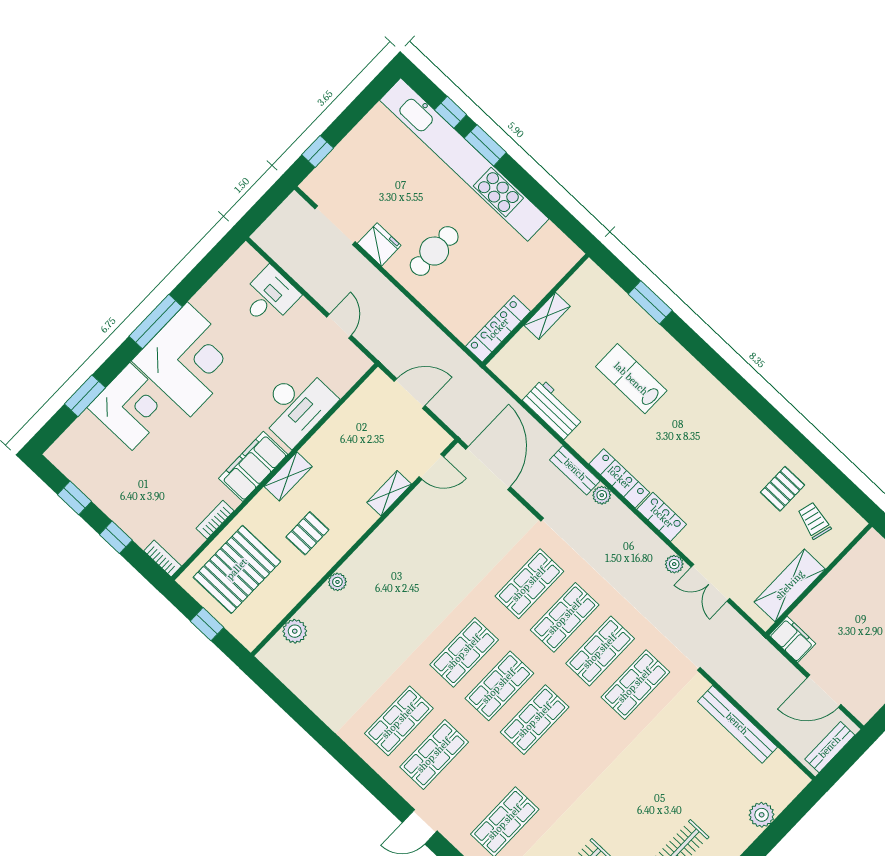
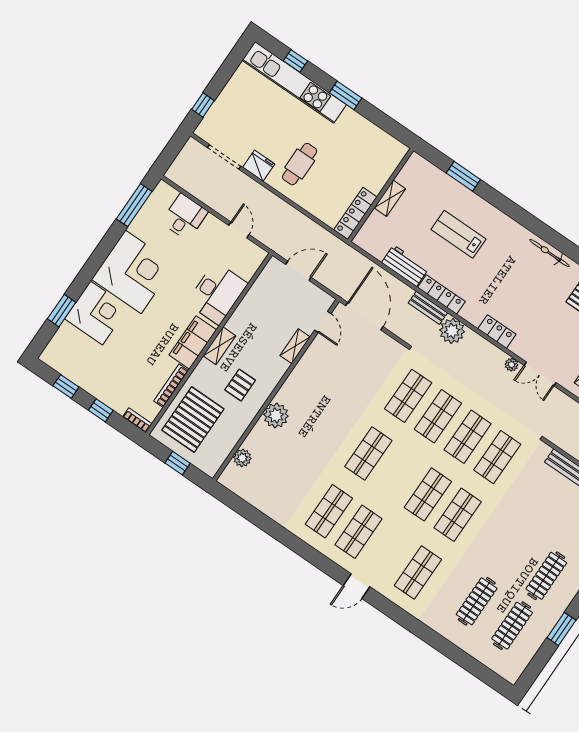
window: (485, 145) -> (346, 95), moved
kitchen unit: (464, 160) -> (294, 82), width x0.73
window: (156, 322) -> (134, 205), moved
bicycle: (749, 423) -> (550, 253), added
door: (431, 467) -> (323, 322), hinge flipped
locker: (619, 478) -> (441, 295), moved
plant: (602, 495) -> (452, 331), width x1.87, depth x1.87
bookcase: (215, 520) -> (171, 386), width x1.56
plant: (337, 582) -> (276, 415), width x1.88, depth x1.88
shop shelf: (499, 686) -> (458, 515), moved

